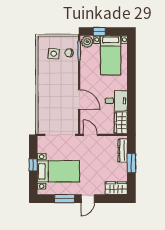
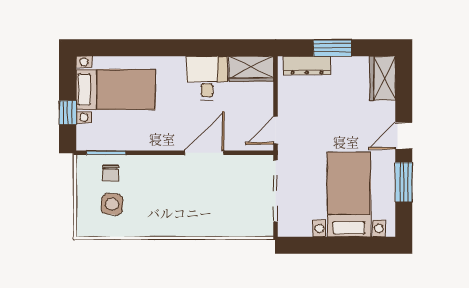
plant: (87, 42) -> (88, 137), removed
window: (33, 165) -> (336, 245), removed
door: (88, 199) -> (404, 136), swing flipped

